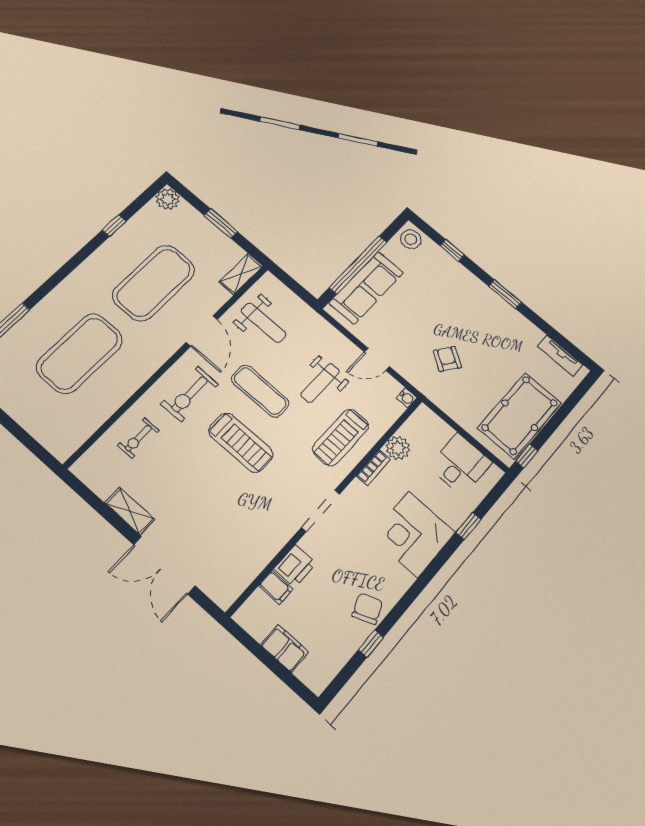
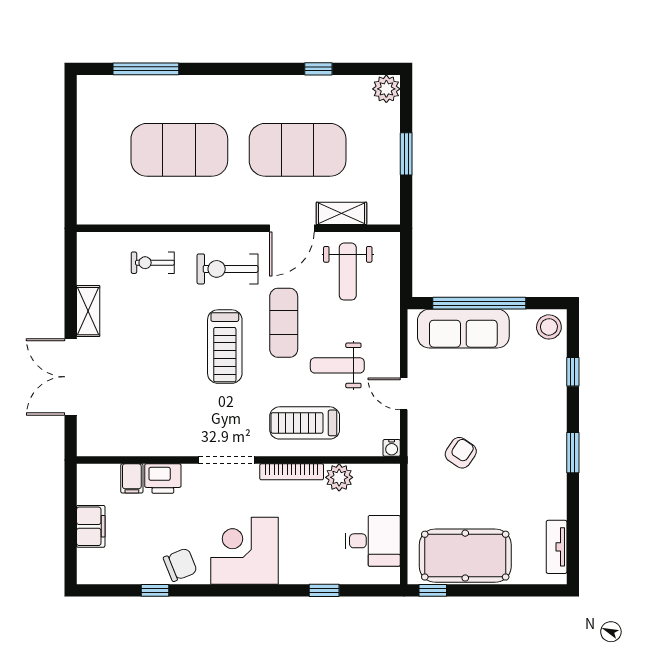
shelving: (241, 274) -> (341, 213), moved
bookcase: (373, 468) -> (292, 472), width x1.56
corner desk: (413, 534) -> (245, 551), moved

